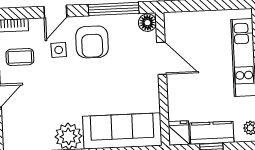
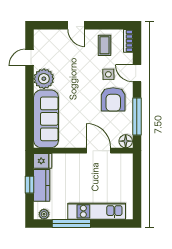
armchair: (92, 42) -> (113, 99), turned -90
door: (162, 58) -> (99, 151), swing flipped

